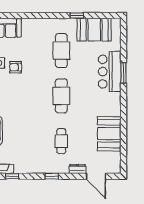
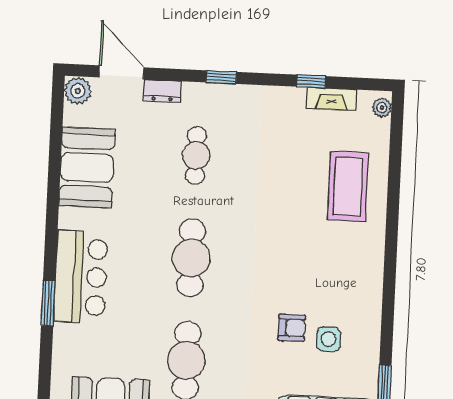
bar counter: (110, 72) -> (81, 277), moved
plant: (115, 167) -> (78, 91), added

